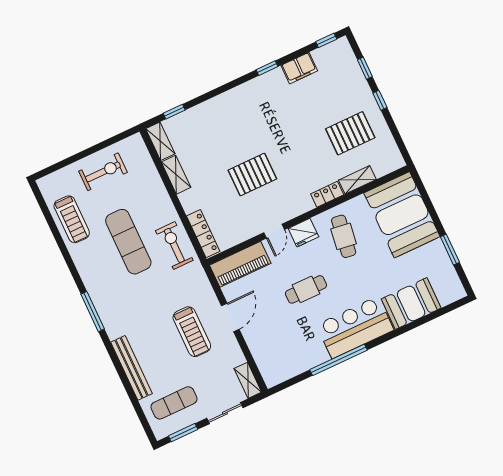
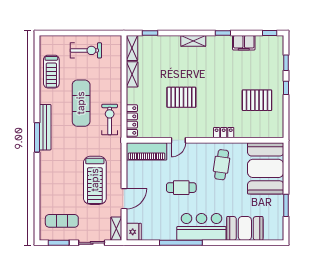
shelving: (357, 180) -> (193, 41), moved
fridge: (303, 233) -> (134, 232), moved, turned -90
door: (230, 317) -> (124, 199), moved
treadmill: (192, 332) -> (95, 180), width x1.37, depth x1.38
bench: (132, 368) -> (45, 127), moved

